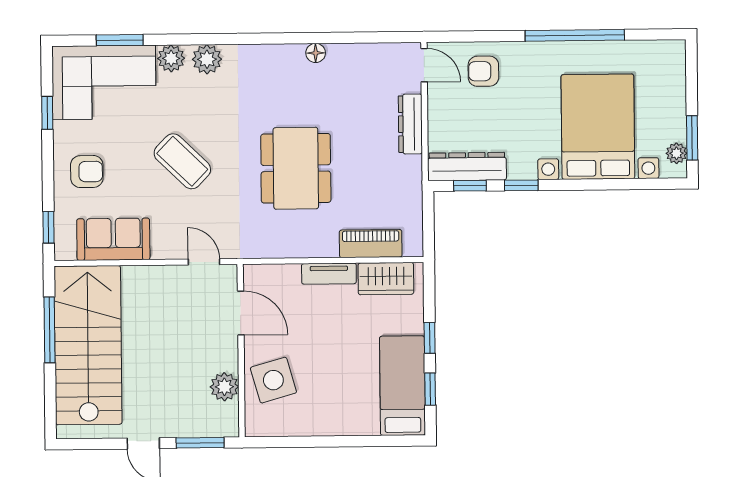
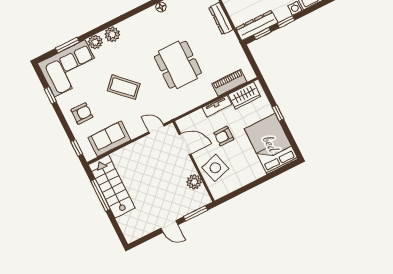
armchair: (315, 332) -> (224, 136), added
stairs: (88, 345) -> (112, 186), width x0.73, depth x0.66
bed: (402, 386) -> (271, 144), width x1.50
window: (430, 389) -> (290, 137), removed

